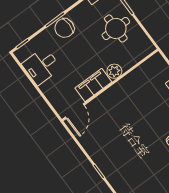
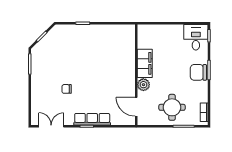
chair: (64, 28) -> (198, 72), turned -90
desk: (41, 66) -> (196, 37), moved
door: (75, 111) -> (136, 107), moved

